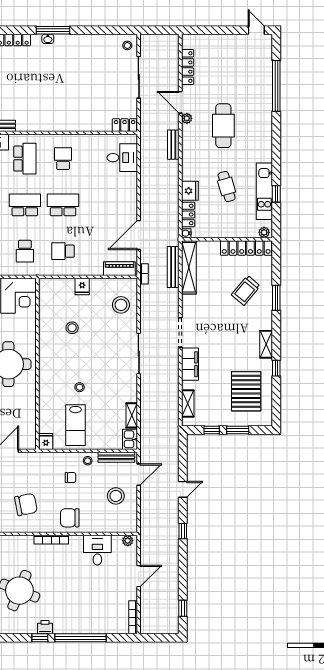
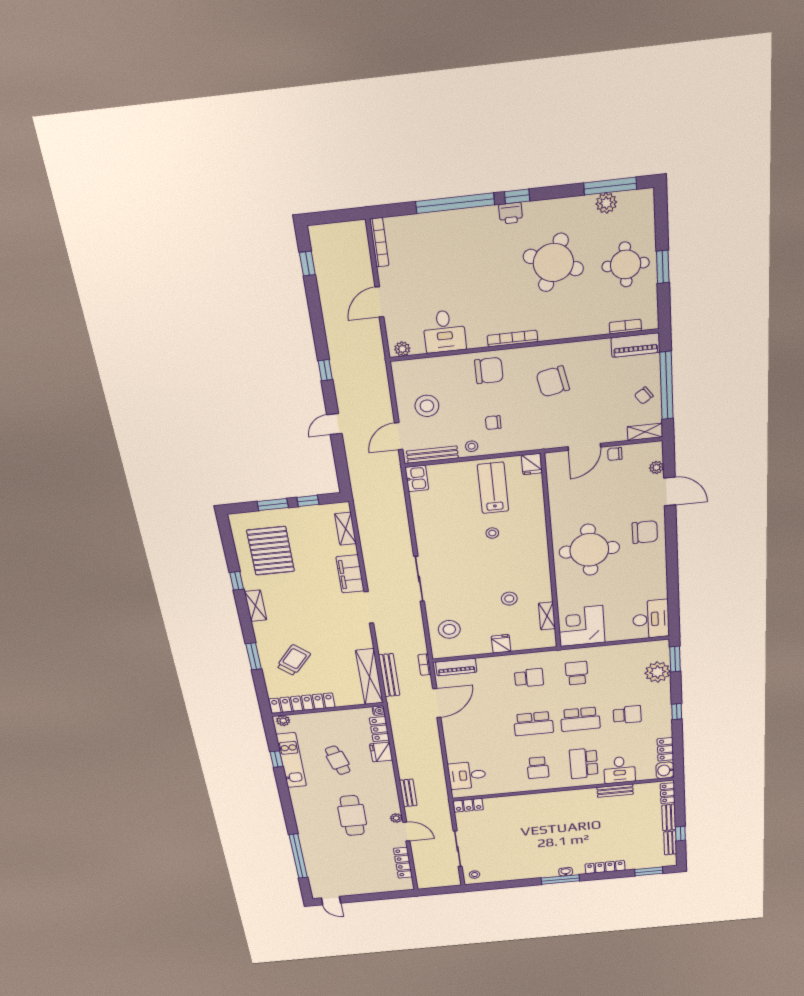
shelving: (132, 415) -> (547, 616), moved

